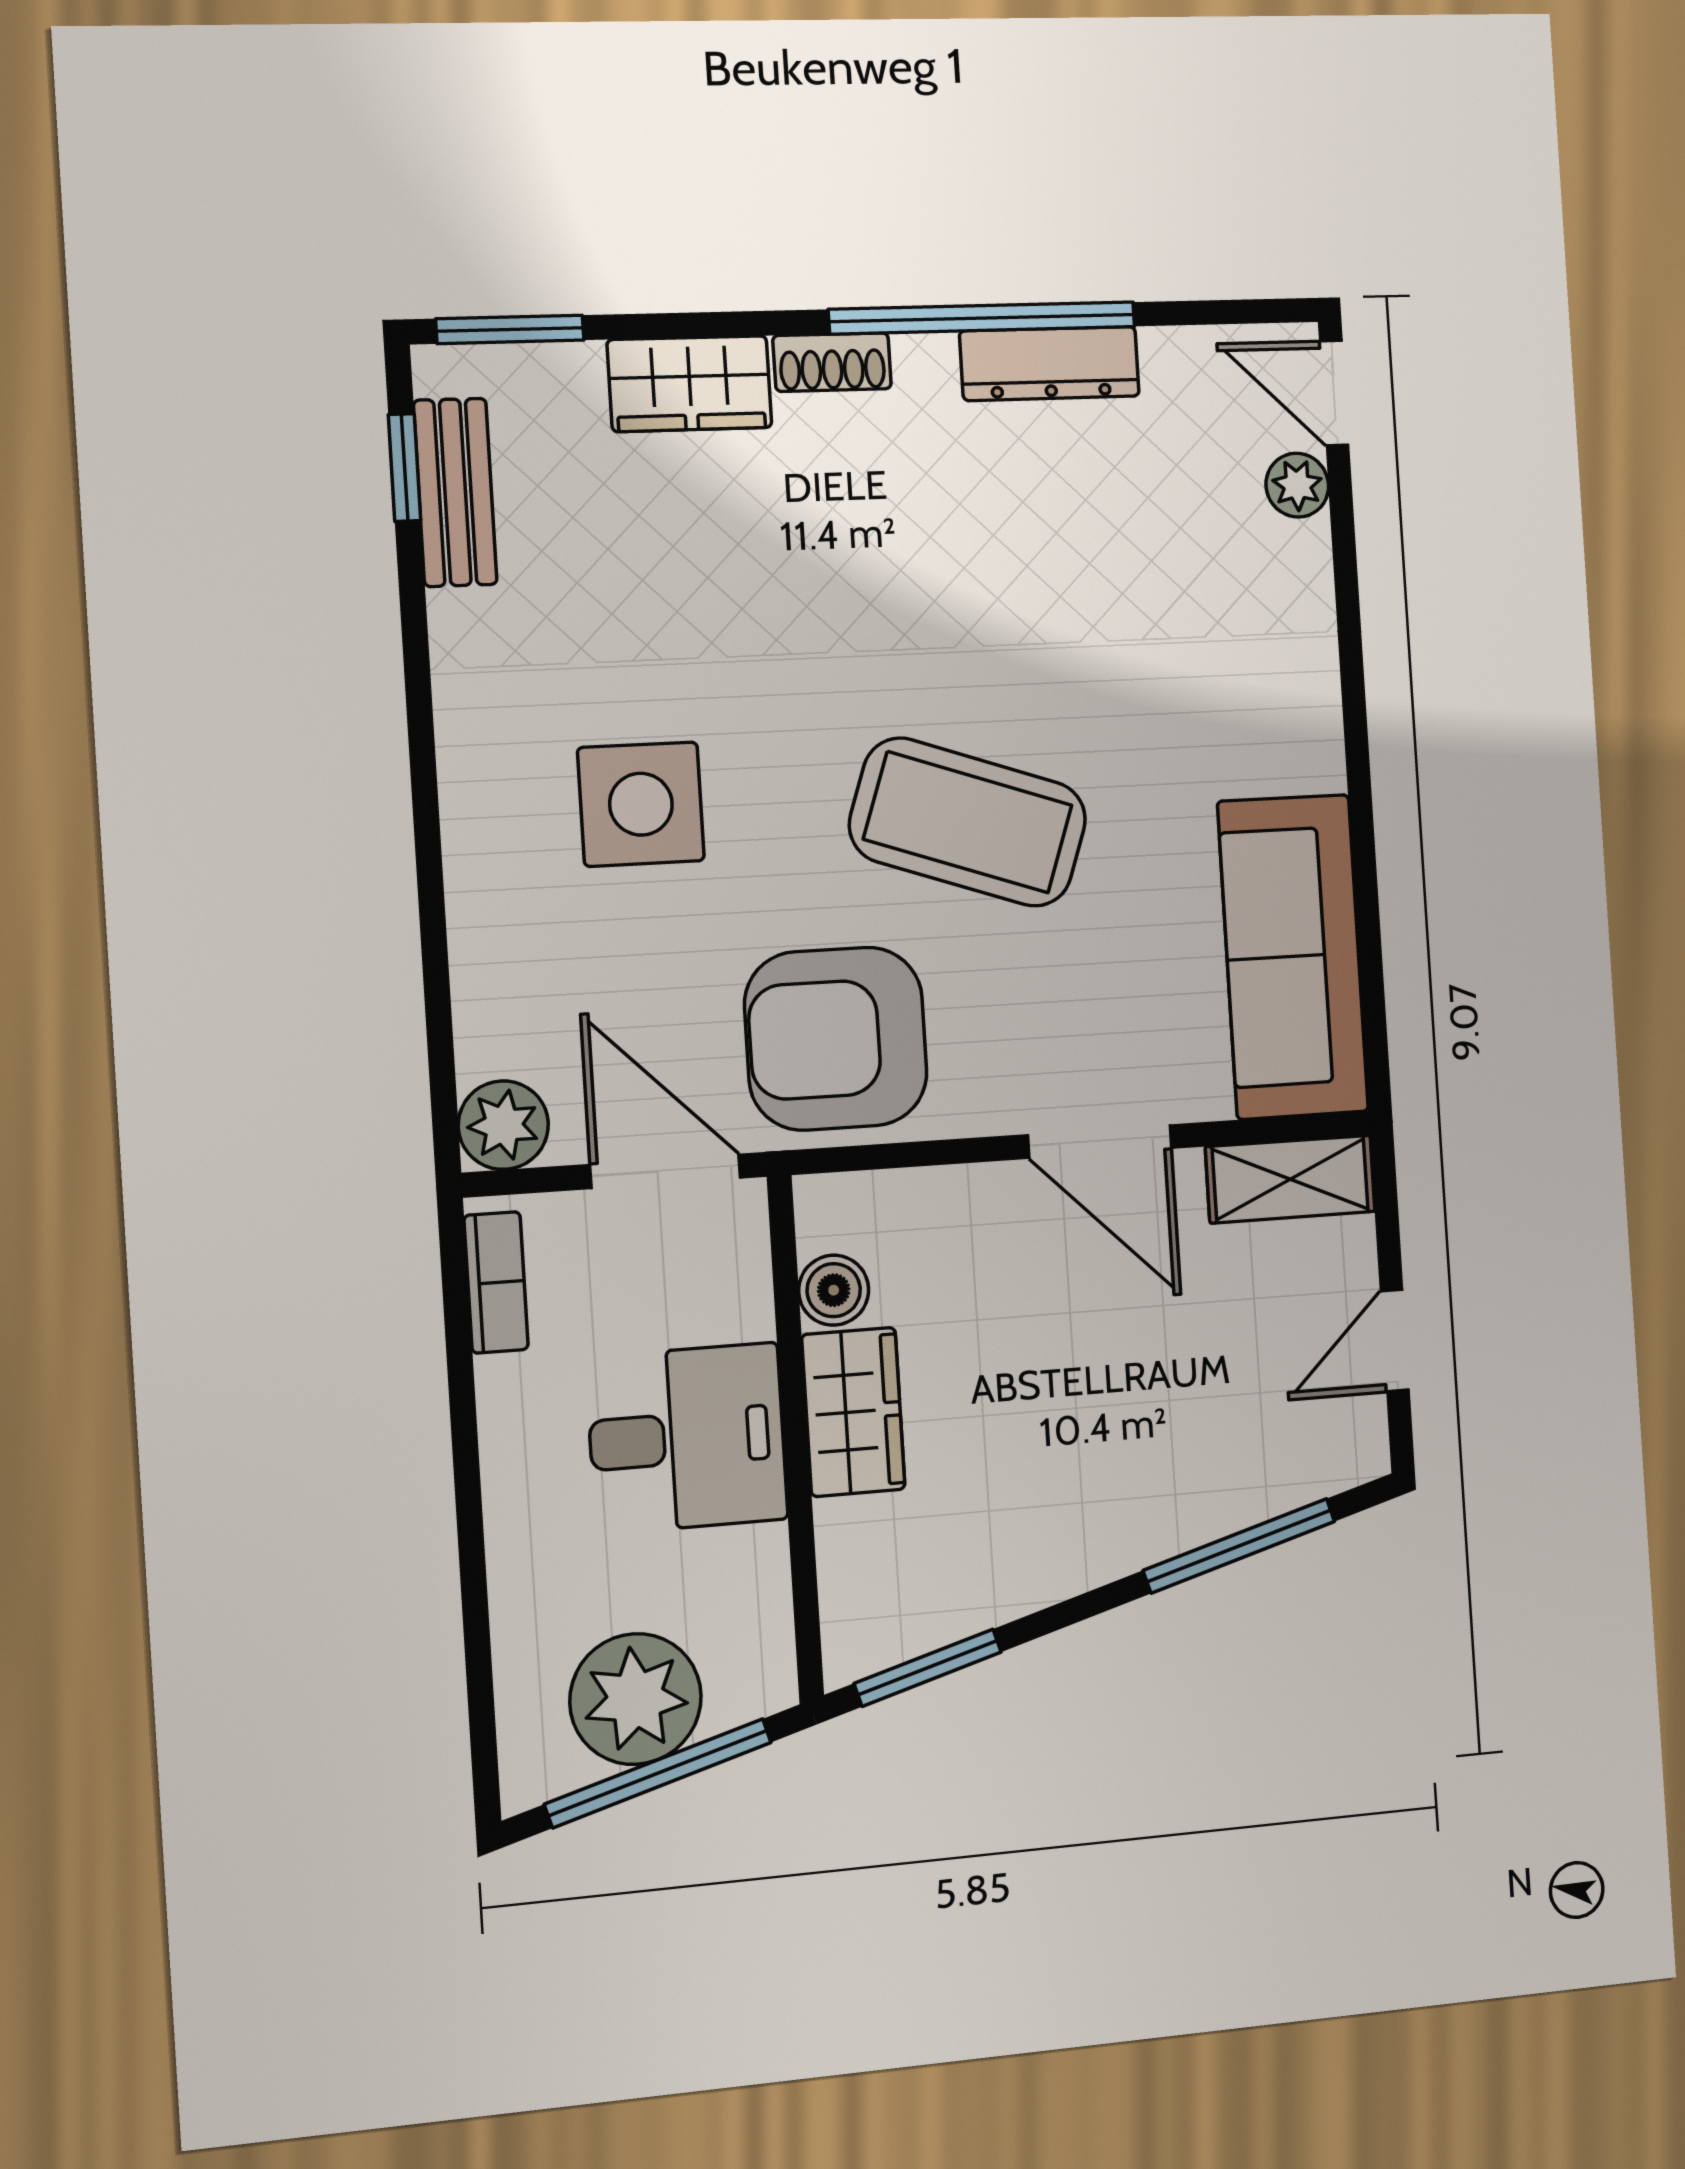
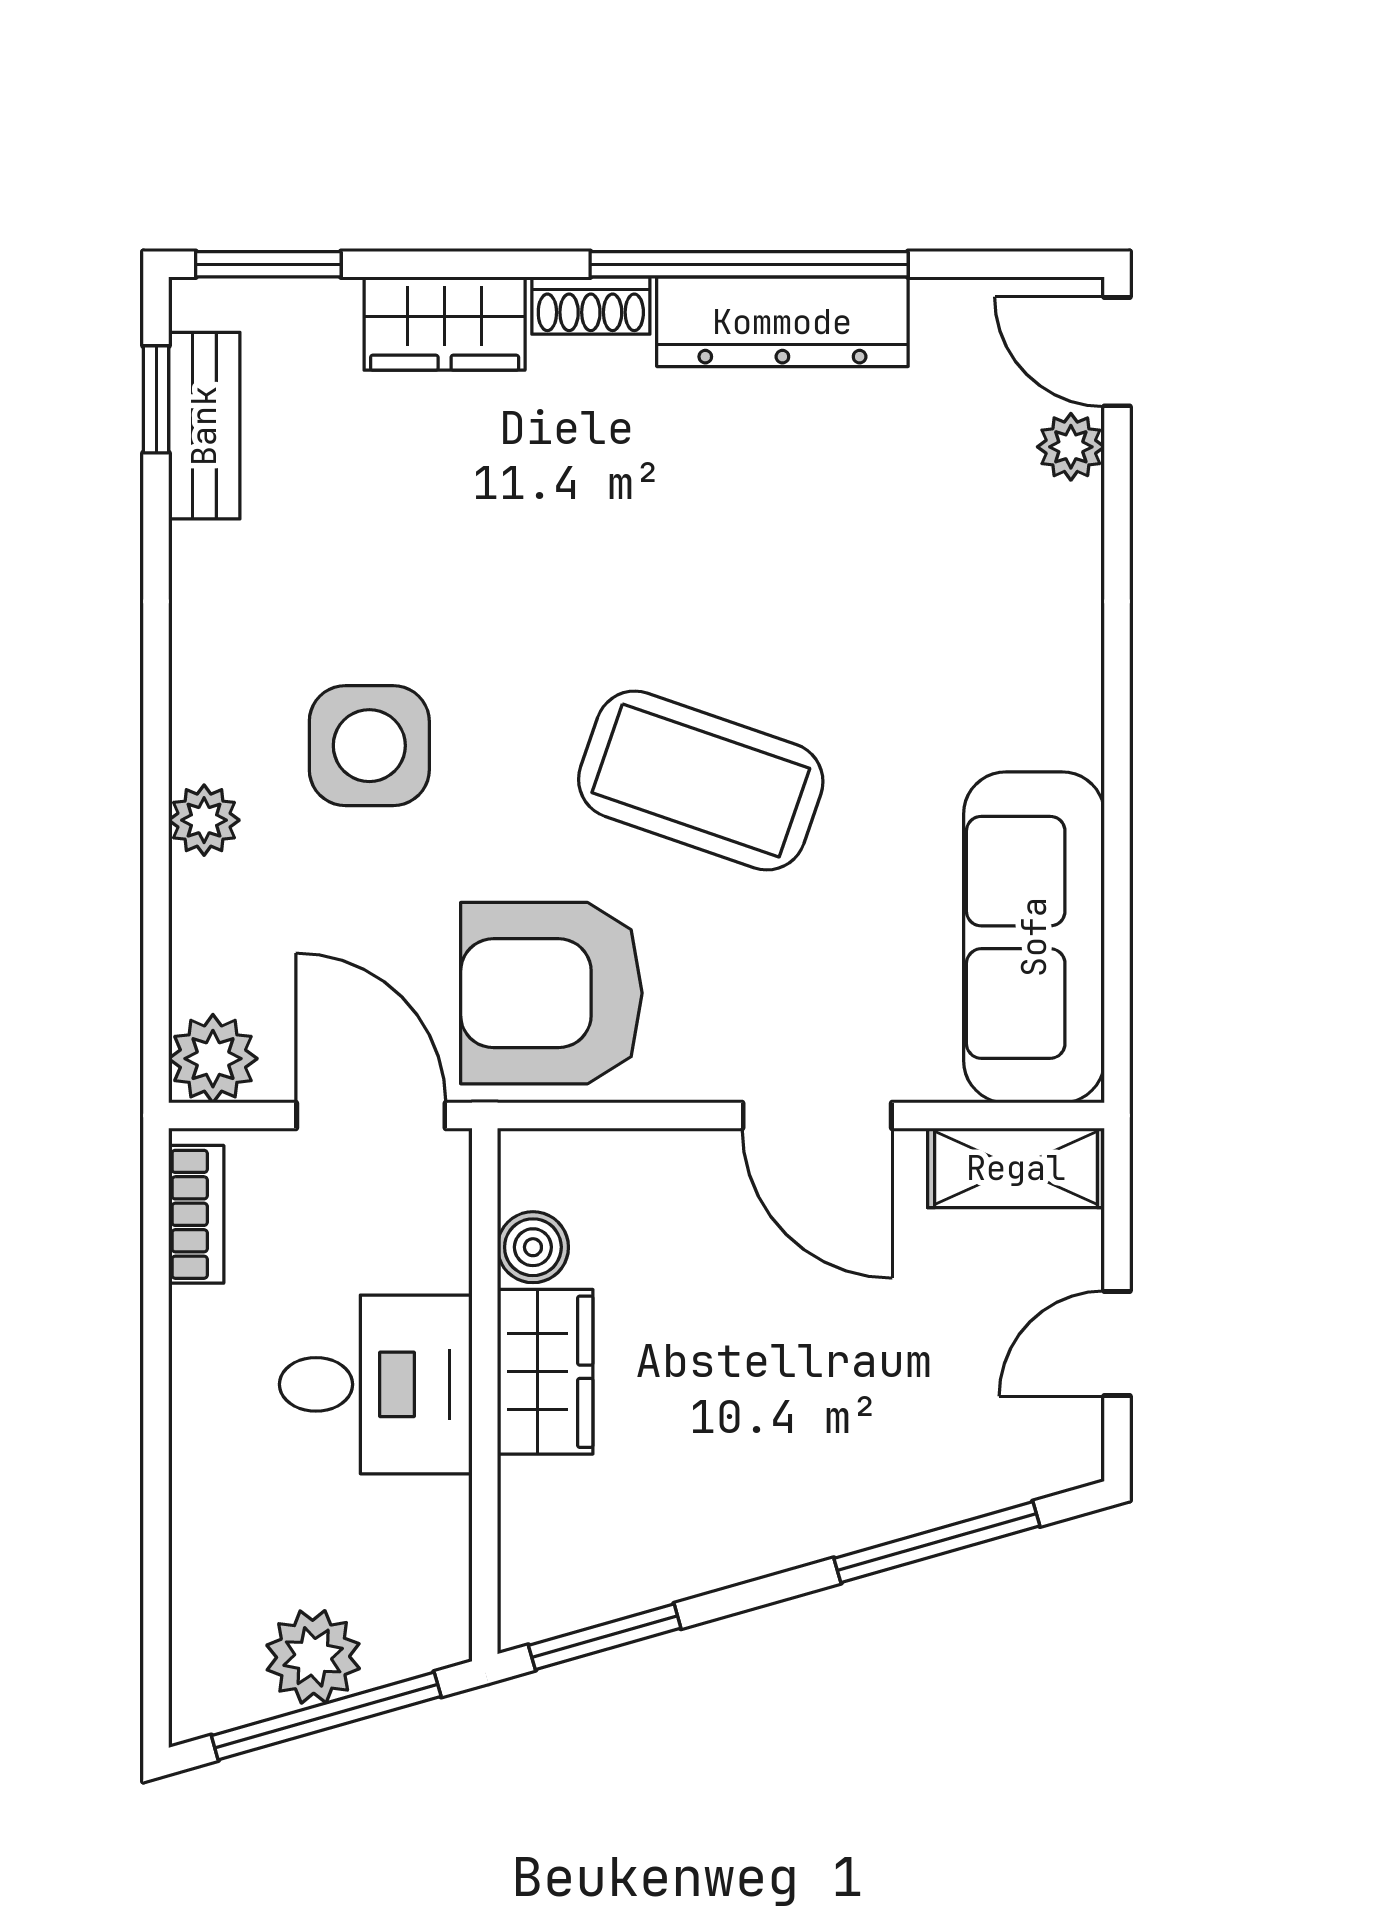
dresser: (1050, 364) -> (782, 322), width x1.37, depth x1.24
plant: (479, 887) -> (204, 820), added
plant: (636, 1699) -> (313, 1657), width x0.73, depth x0.73

